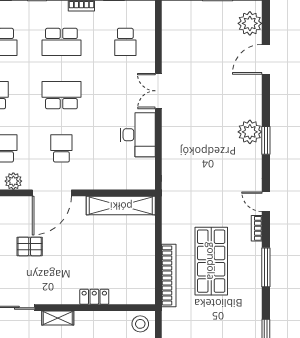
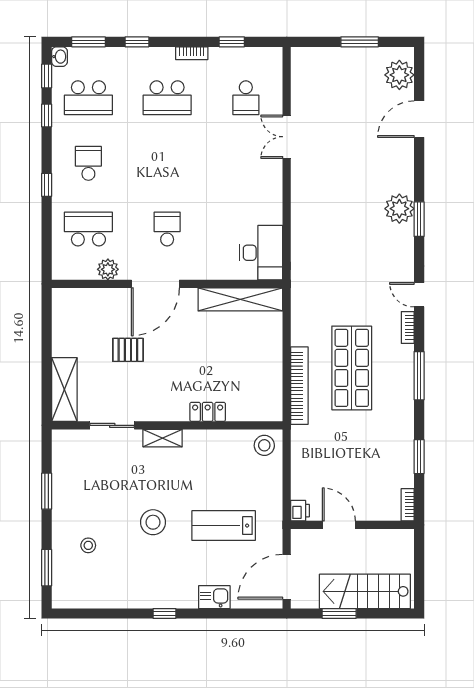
double door: (158, 91) -> (287, 137), moved
school desk: (61, 95) -> (167, 163), removed
desk: (138, 135) -> (261, 253), moved

